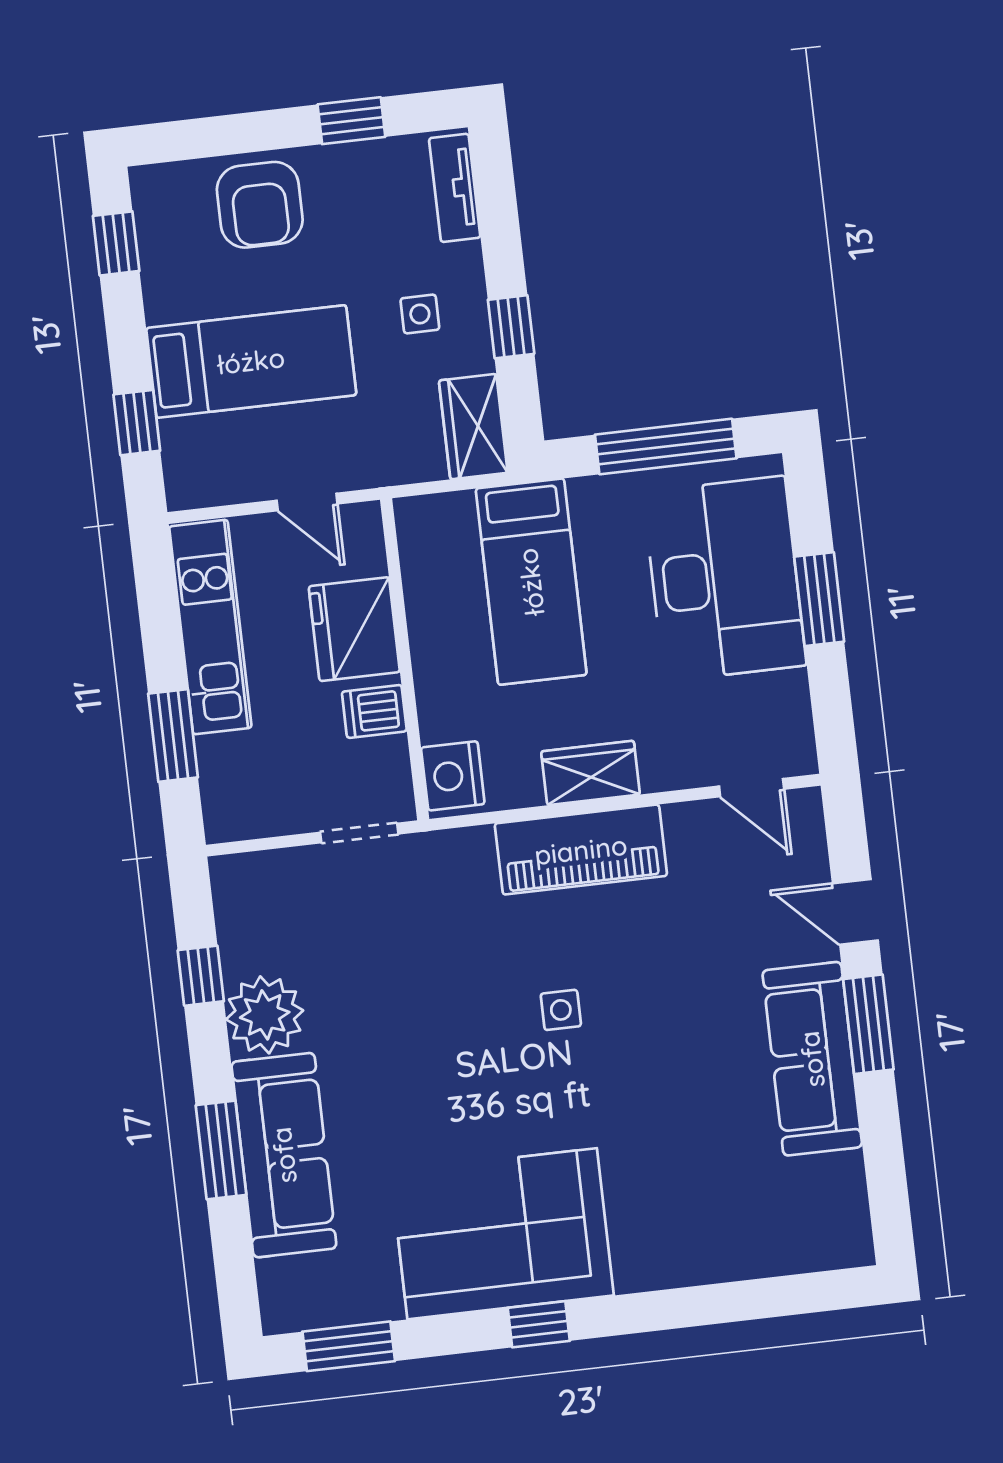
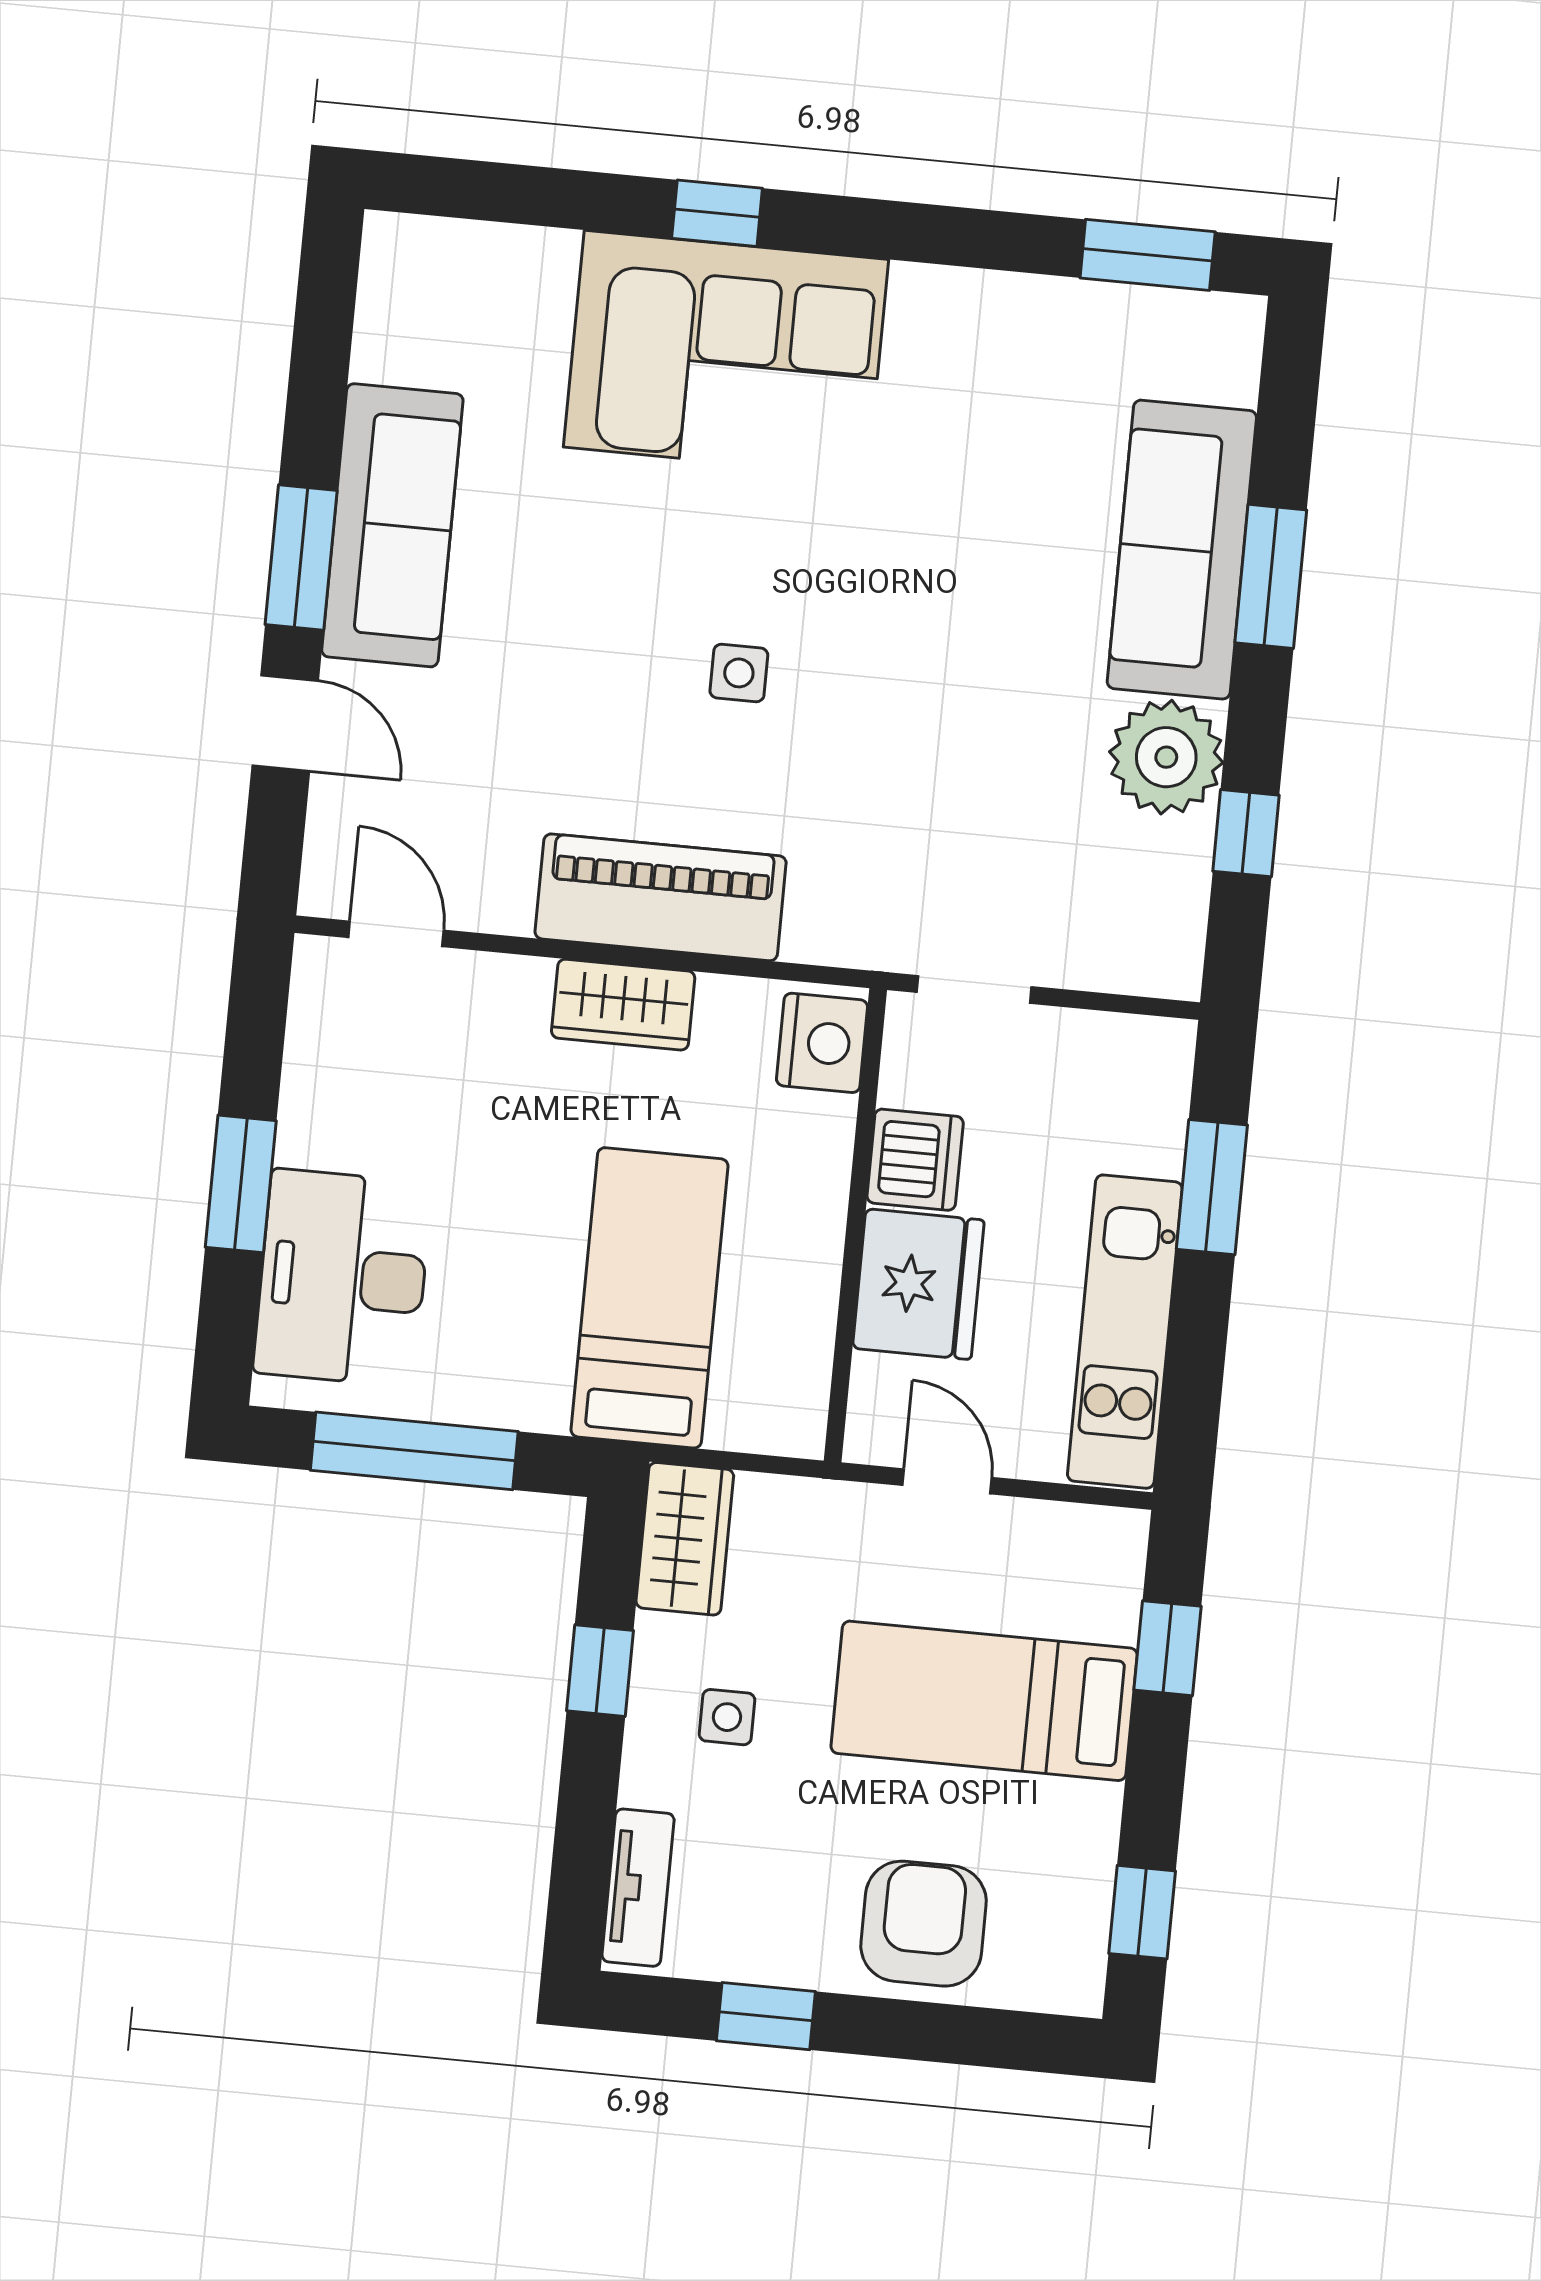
desk: (725, 579) -> (343, 1278), width x0.73, depth x0.77
dishwasher: (374, 711) -> (915, 1160), width x1.38
corner sofa: (502, 1234) -> (726, 353), moved
window: (539, 1324) -> (717, 213), moved

